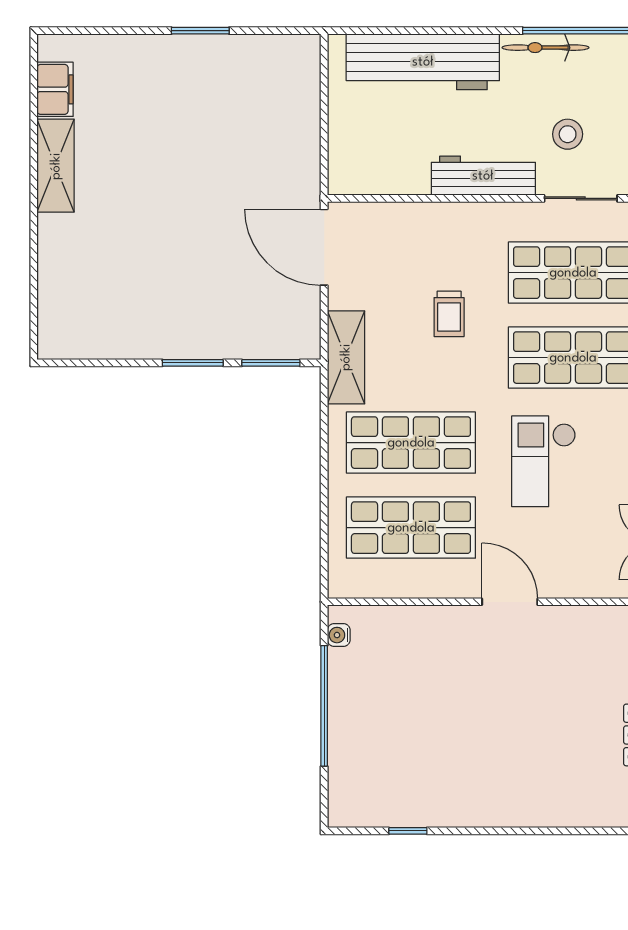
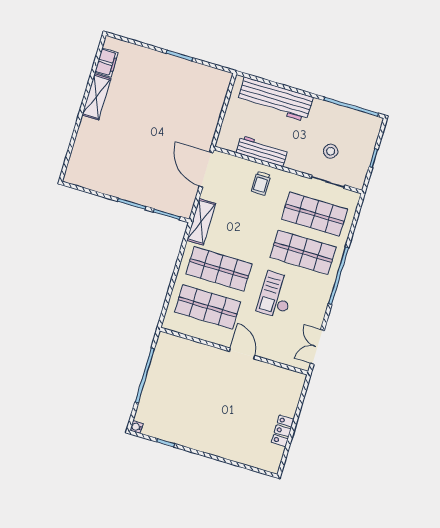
bicycle: (546, 48) -> (332, 109), removed
workbench: (483, 176) -> (262, 151), moved
trolley: (449, 314) -> (261, 183), moved
water cooler: (339, 635) -> (137, 427), moved

